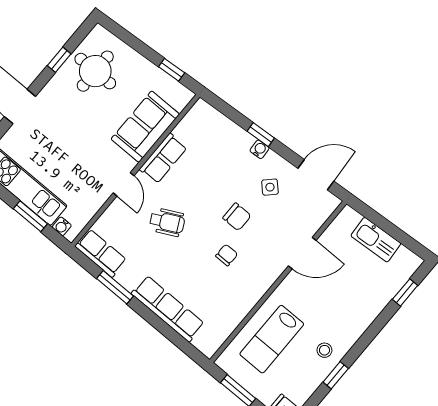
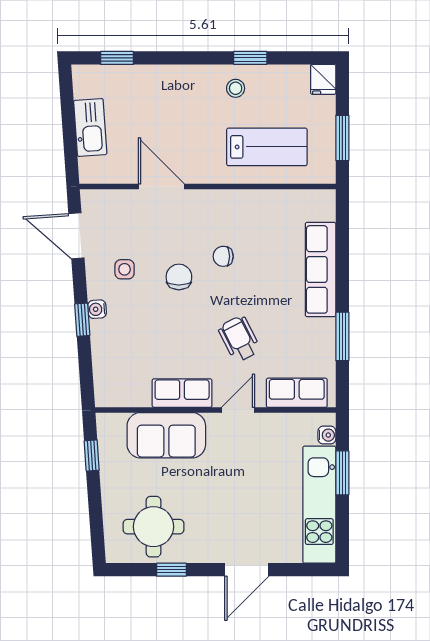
side table: (270, 187) -> (125, 269), turned 45
row of seats: (101, 253) -> (297, 393), moved, turned 90

